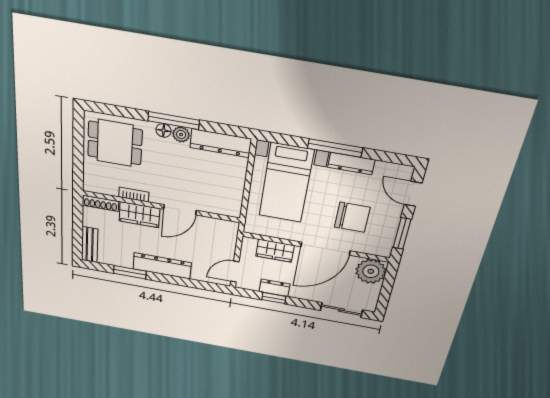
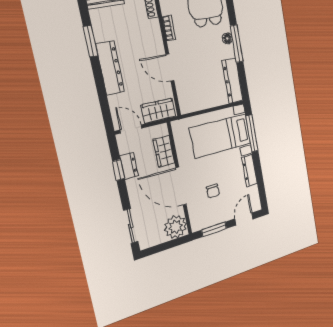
plant: (181, 134) -> (229, 52), removed
window: (335, 148) -> (252, 133), moved
wardrobe: (139, 215) -> (158, 111), moved, turned 90
chair: (352, 217) -> (213, 191), width x0.54, depth x0.54

